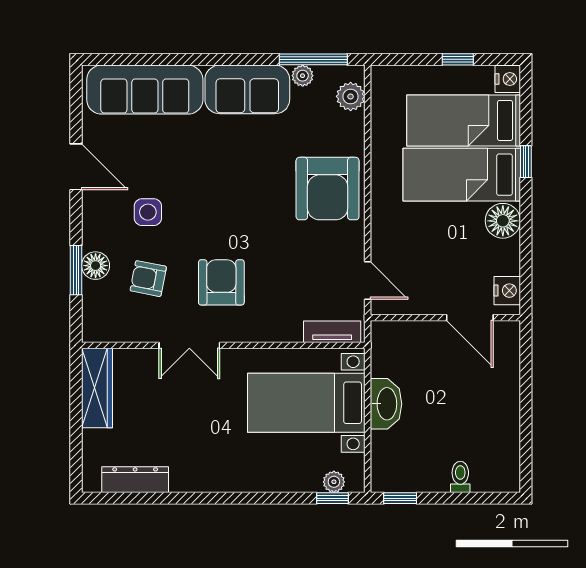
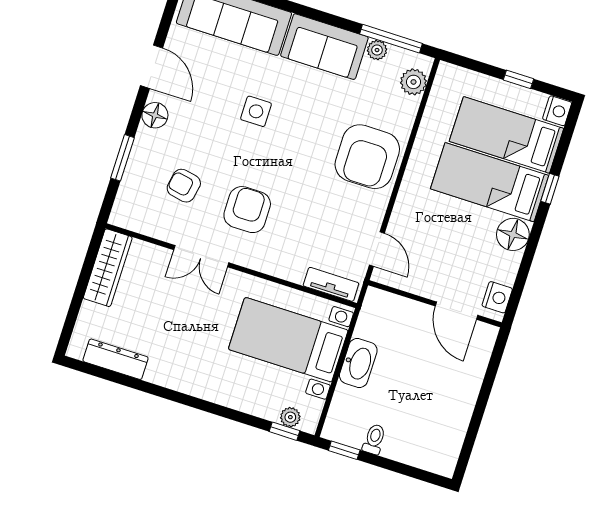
side table: (148, 212) -> (256, 111), moved
floor lamp: (96, 266) -> (155, 115), moved
toilet: (460, 477) -> (374, 439), moved

